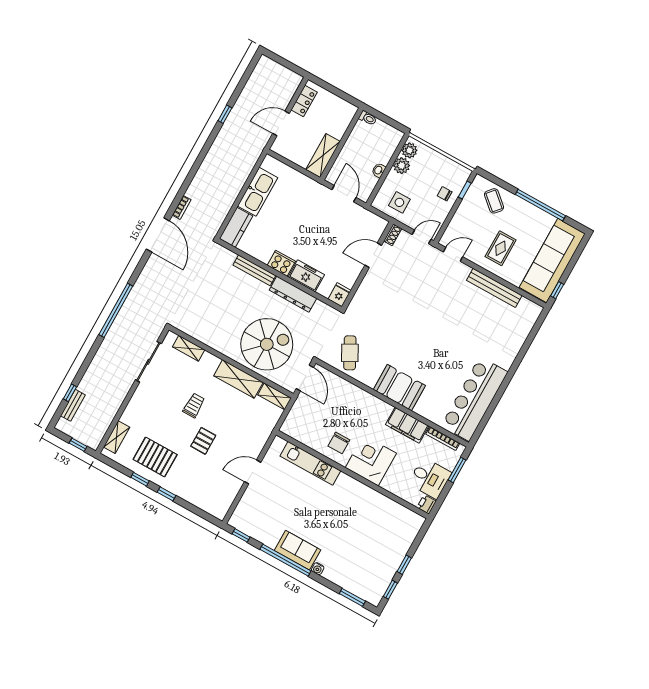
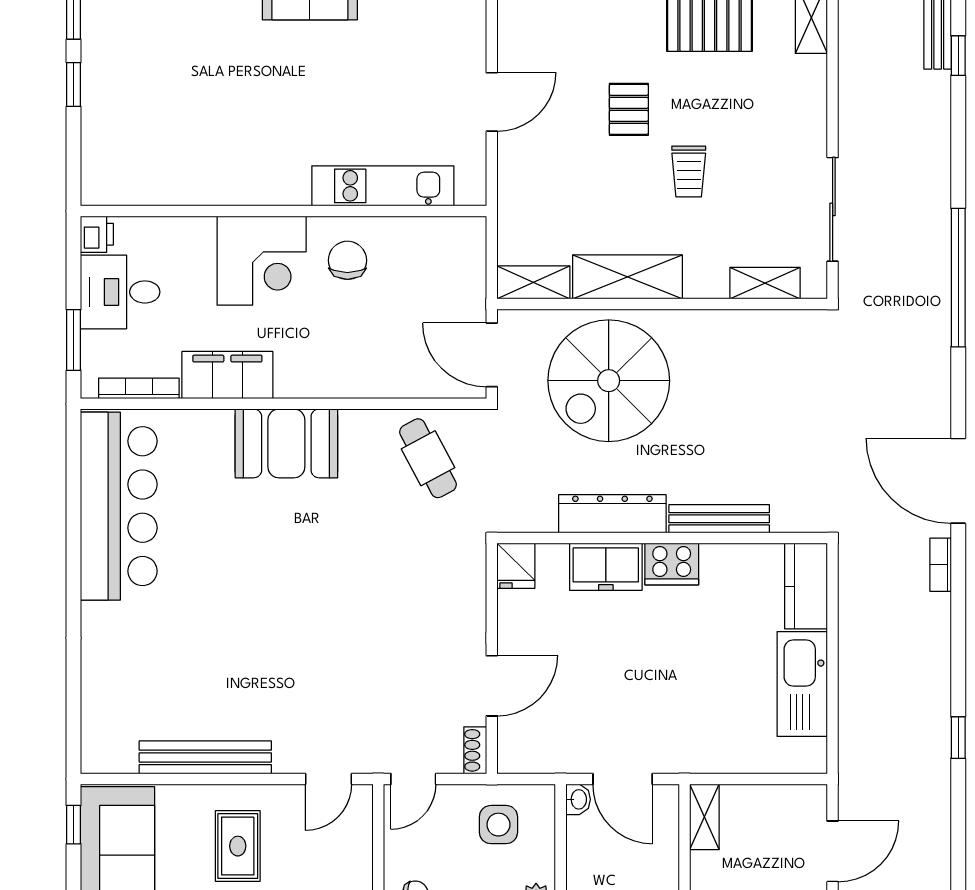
window: (225, 114) -> (958, 738), moved
shelving: (323, 156) -> (704, 817), width x0.67, depth x0.75
washbasin: (379, 170) -> (578, 799), moved

